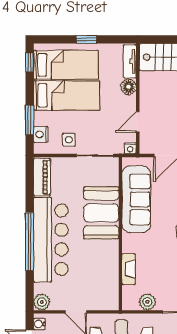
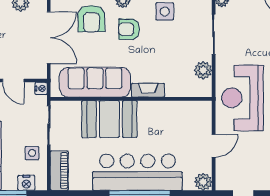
piano: (42, 177) -> (59, 171), moved, turned 90
fireplace: (129, 269) -> (148, 90), moved
water cooler: (39, 324) -> (226, 184), removed

